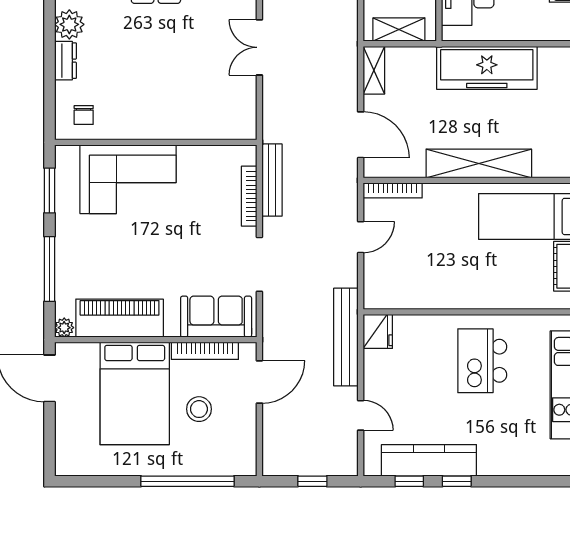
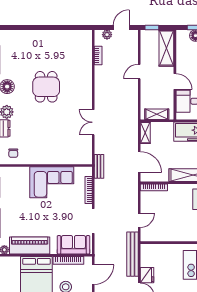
corner sofa: (128, 179) -> (52, 182), moved
bench: (272, 180) -> (99, 166), moved, width x0.73
door: (361, 237) -> (139, 220), moved
fridge: (378, 331) -> (147, 275), moved

